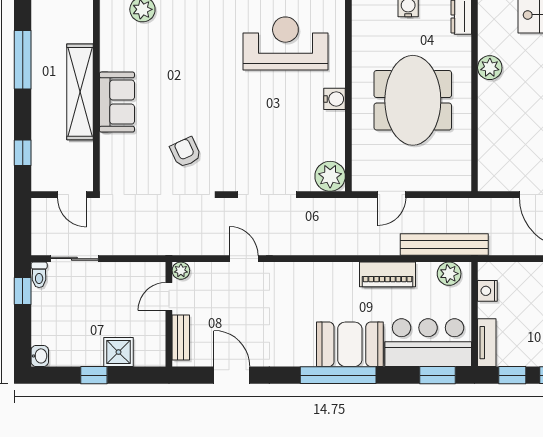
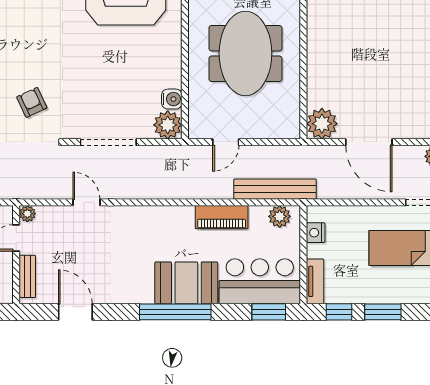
plant: (490, 68) -> (322, 124), moved, width x1.36, depth x1.36
water cooler: (334, 99) -> (172, 99), moved

